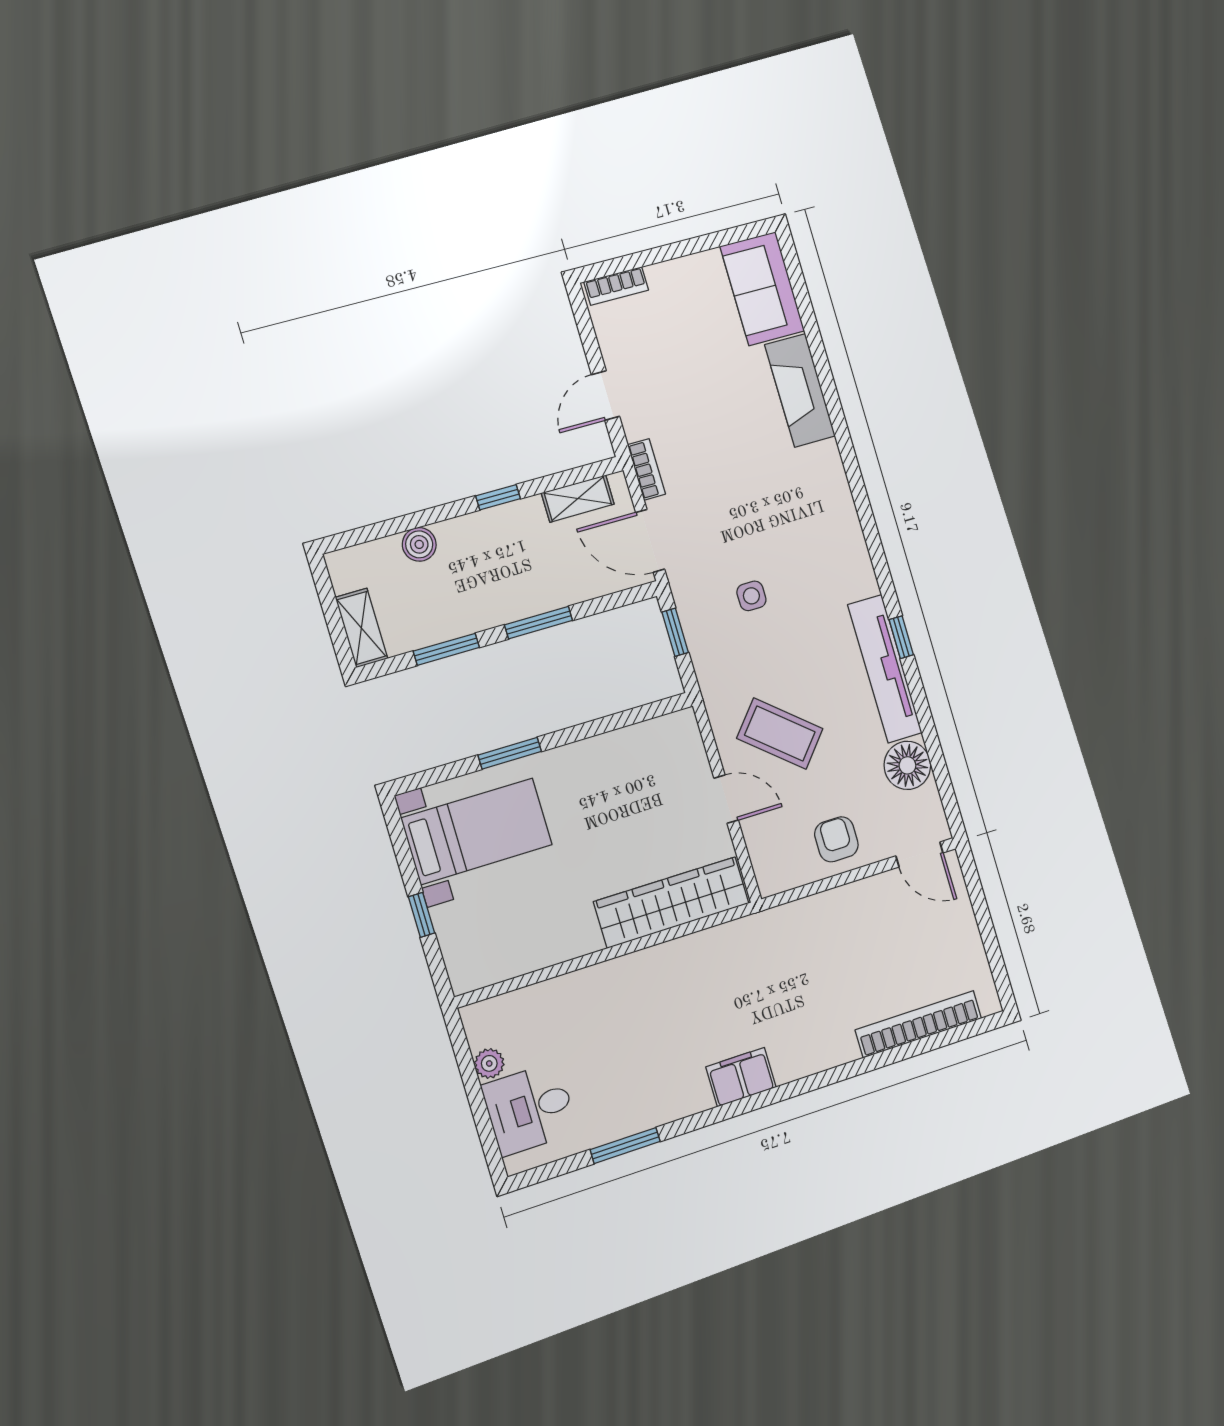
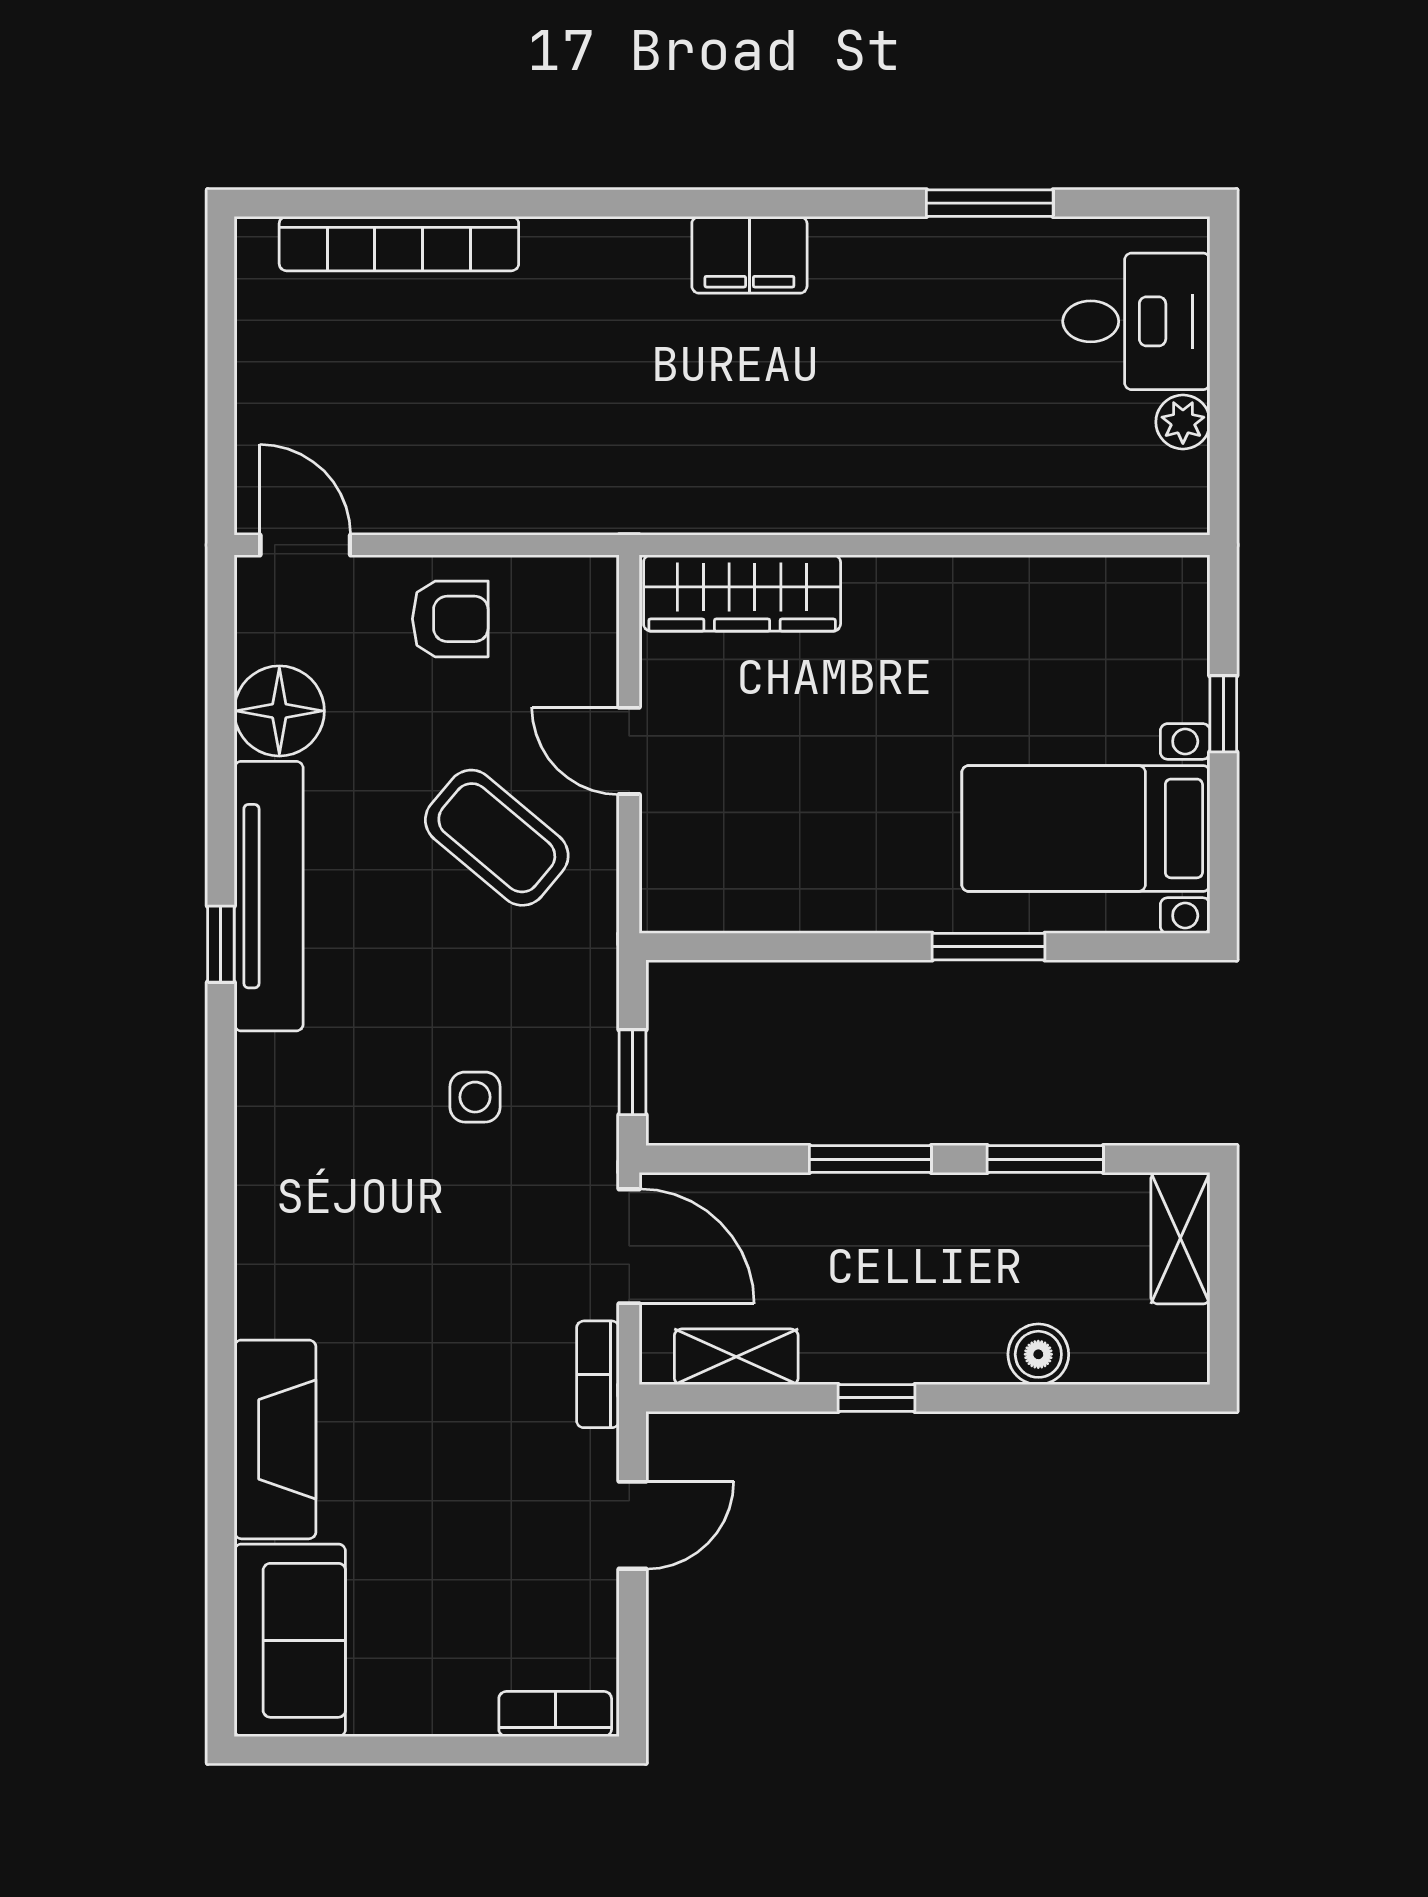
armchair: (836, 839) -> (450, 619), turned -90
wardrobe: (671, 902) -> (742, 593), width x0.71, depth x0.85

